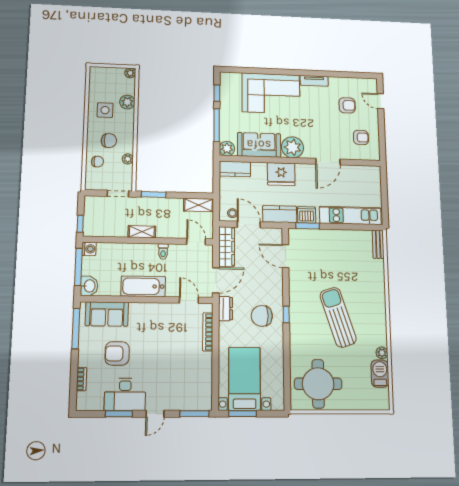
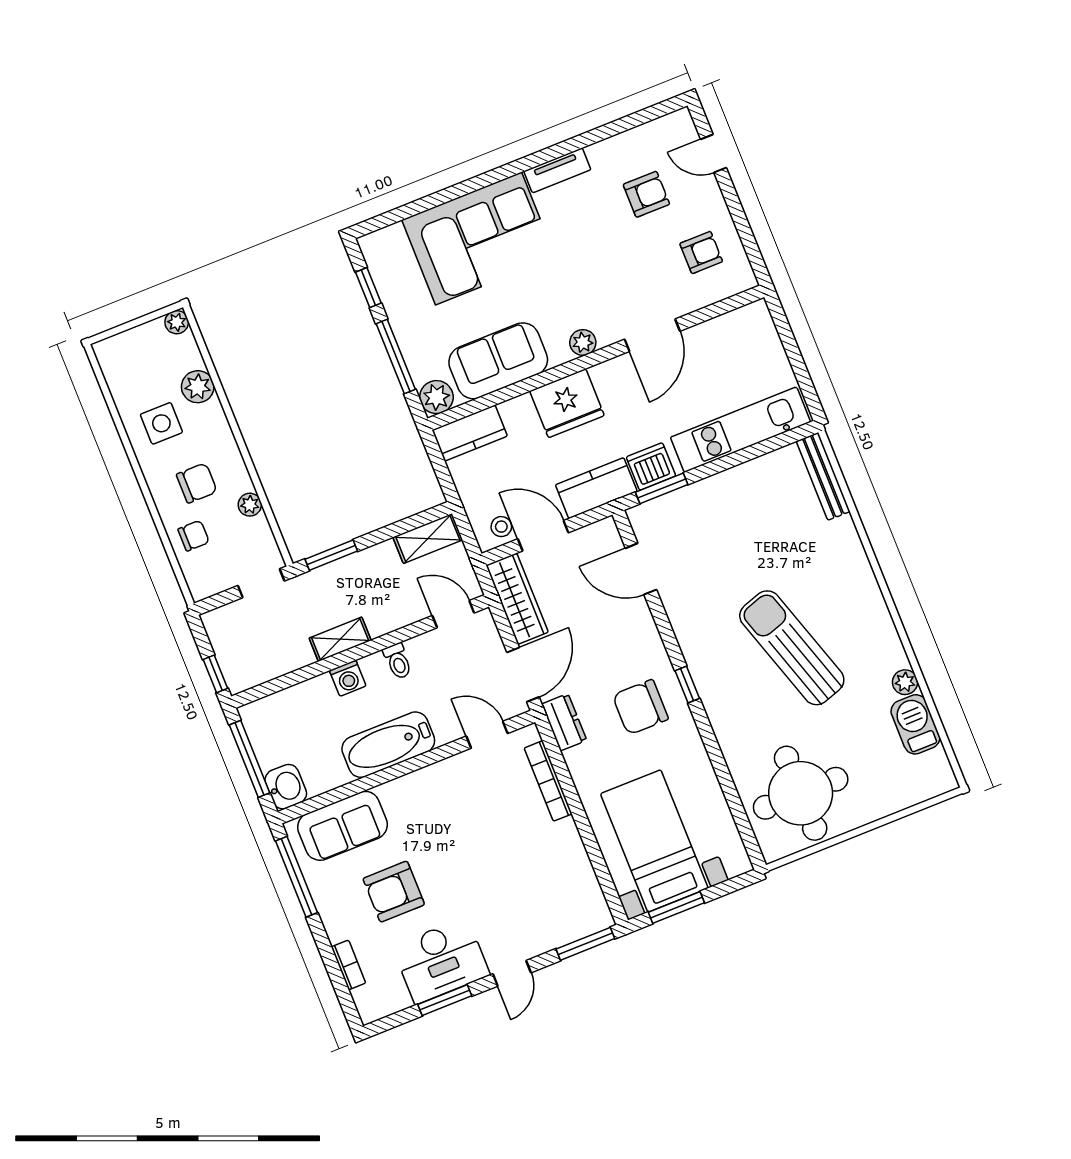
plant: (293, 147) -> (583, 342), width x0.53, depth x0.53
bench: (378, 244) -> (823, 476), width x1.36
washing machine: (89, 249) -> (348, 678), moved, turned 90

